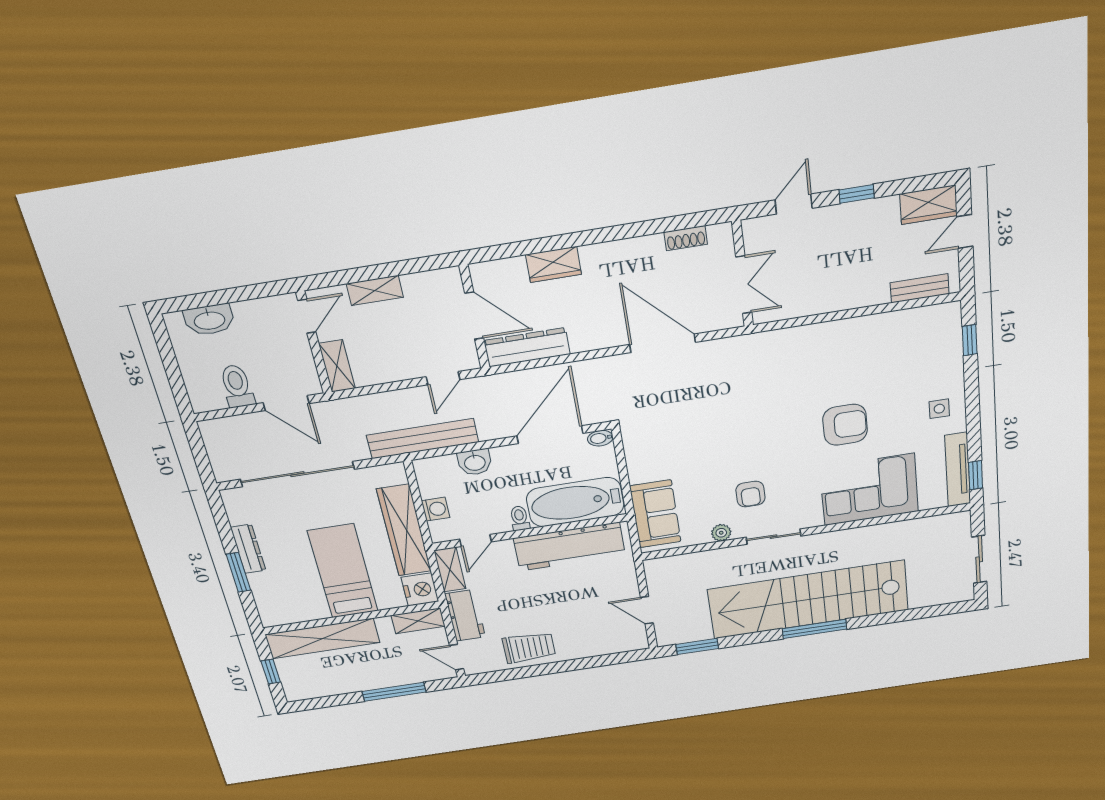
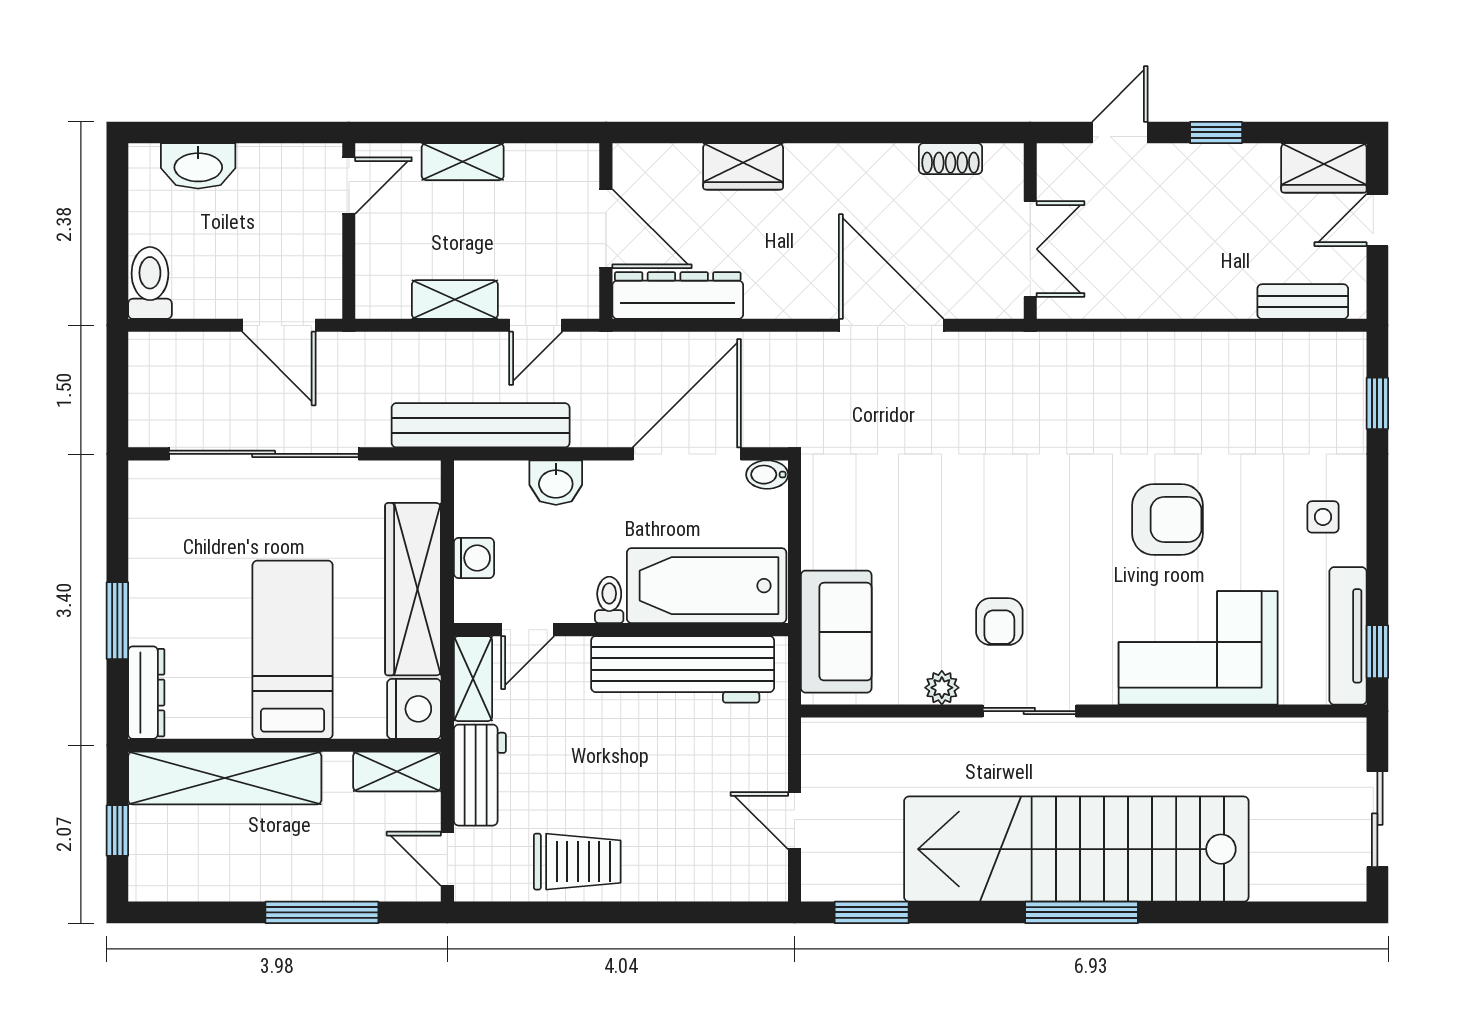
shelving: (337, 366) -> (455, 300), moved, turned 90
toilet: (237, 386) -> (150, 283), moved
dresser: (248, 549) -> (146, 693), moved

